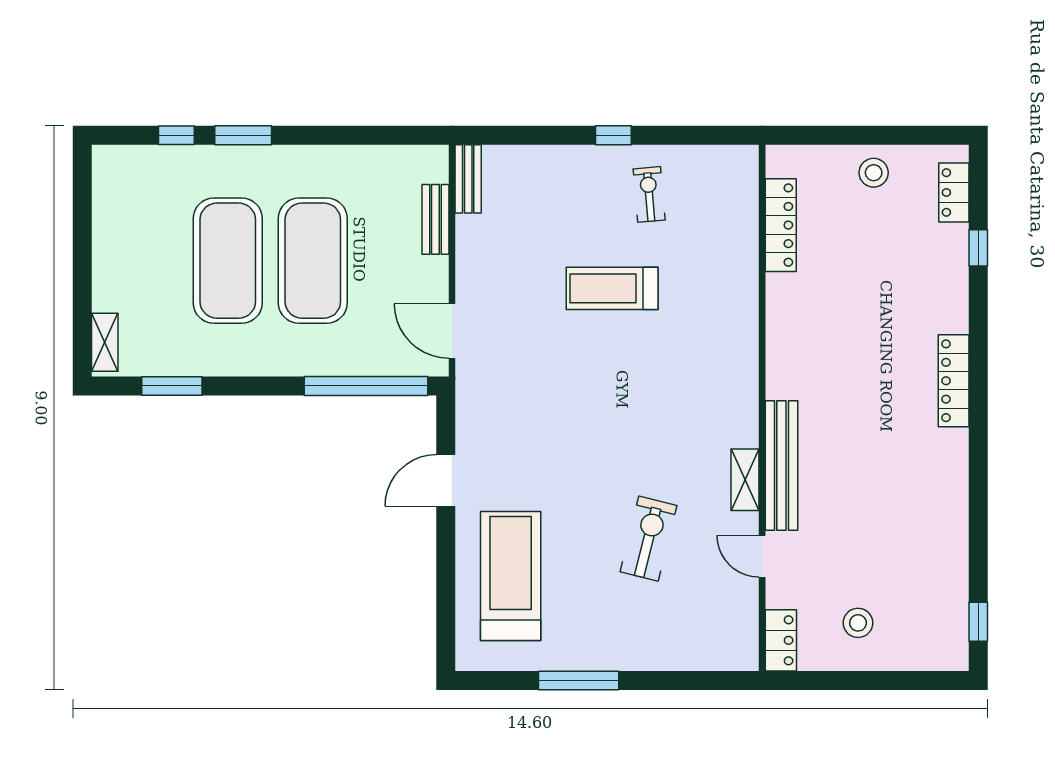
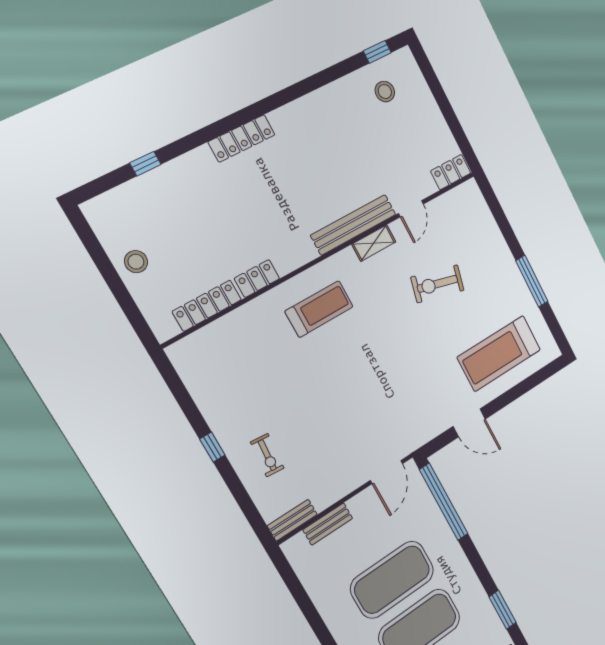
locker: (954, 192) -> (257, 279), moved, turned 180
exercise bike: (649, 194) -> (267, 455), moved, turned -80
treadmill: (612, 288) -> (319, 309), moved, turned -90
stool: (858, 623) -> (385, 92), moved

